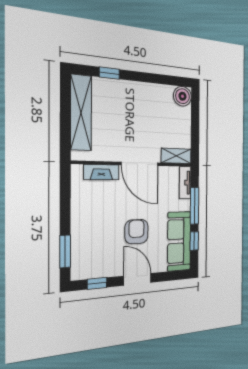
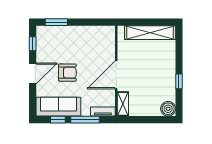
window: (109, 73) -> (179, 81), moved
fireplace: (101, 172) -> (110, 47), removed

